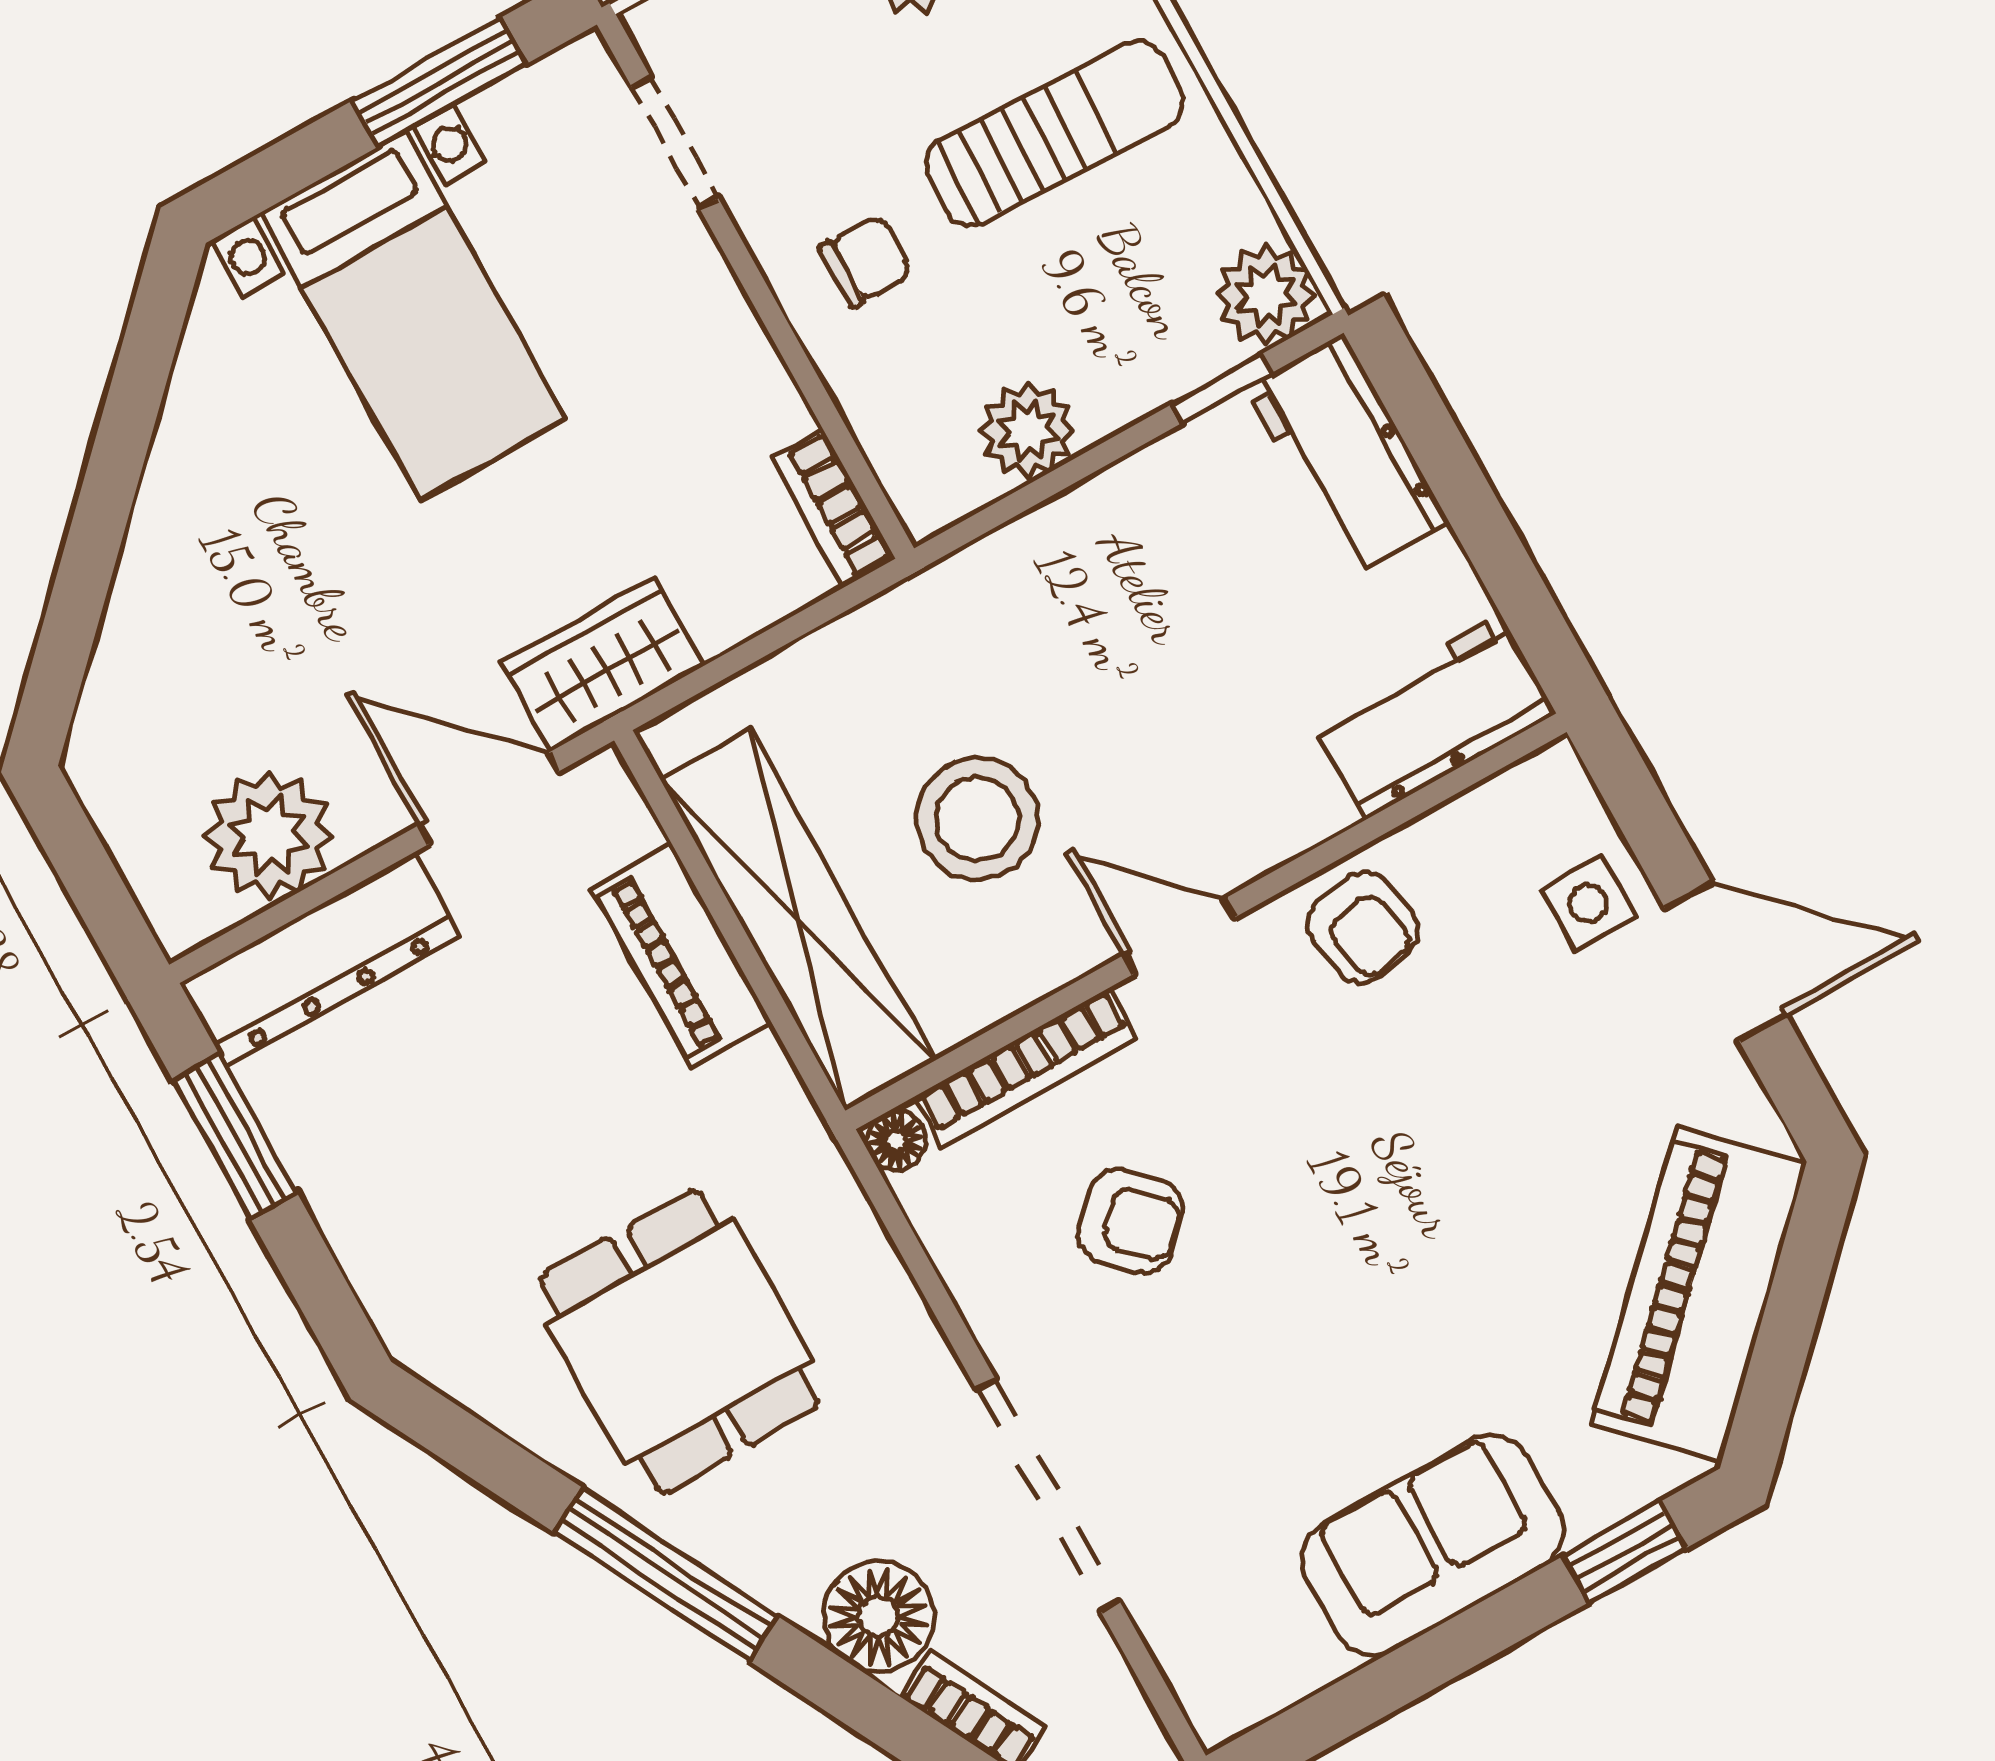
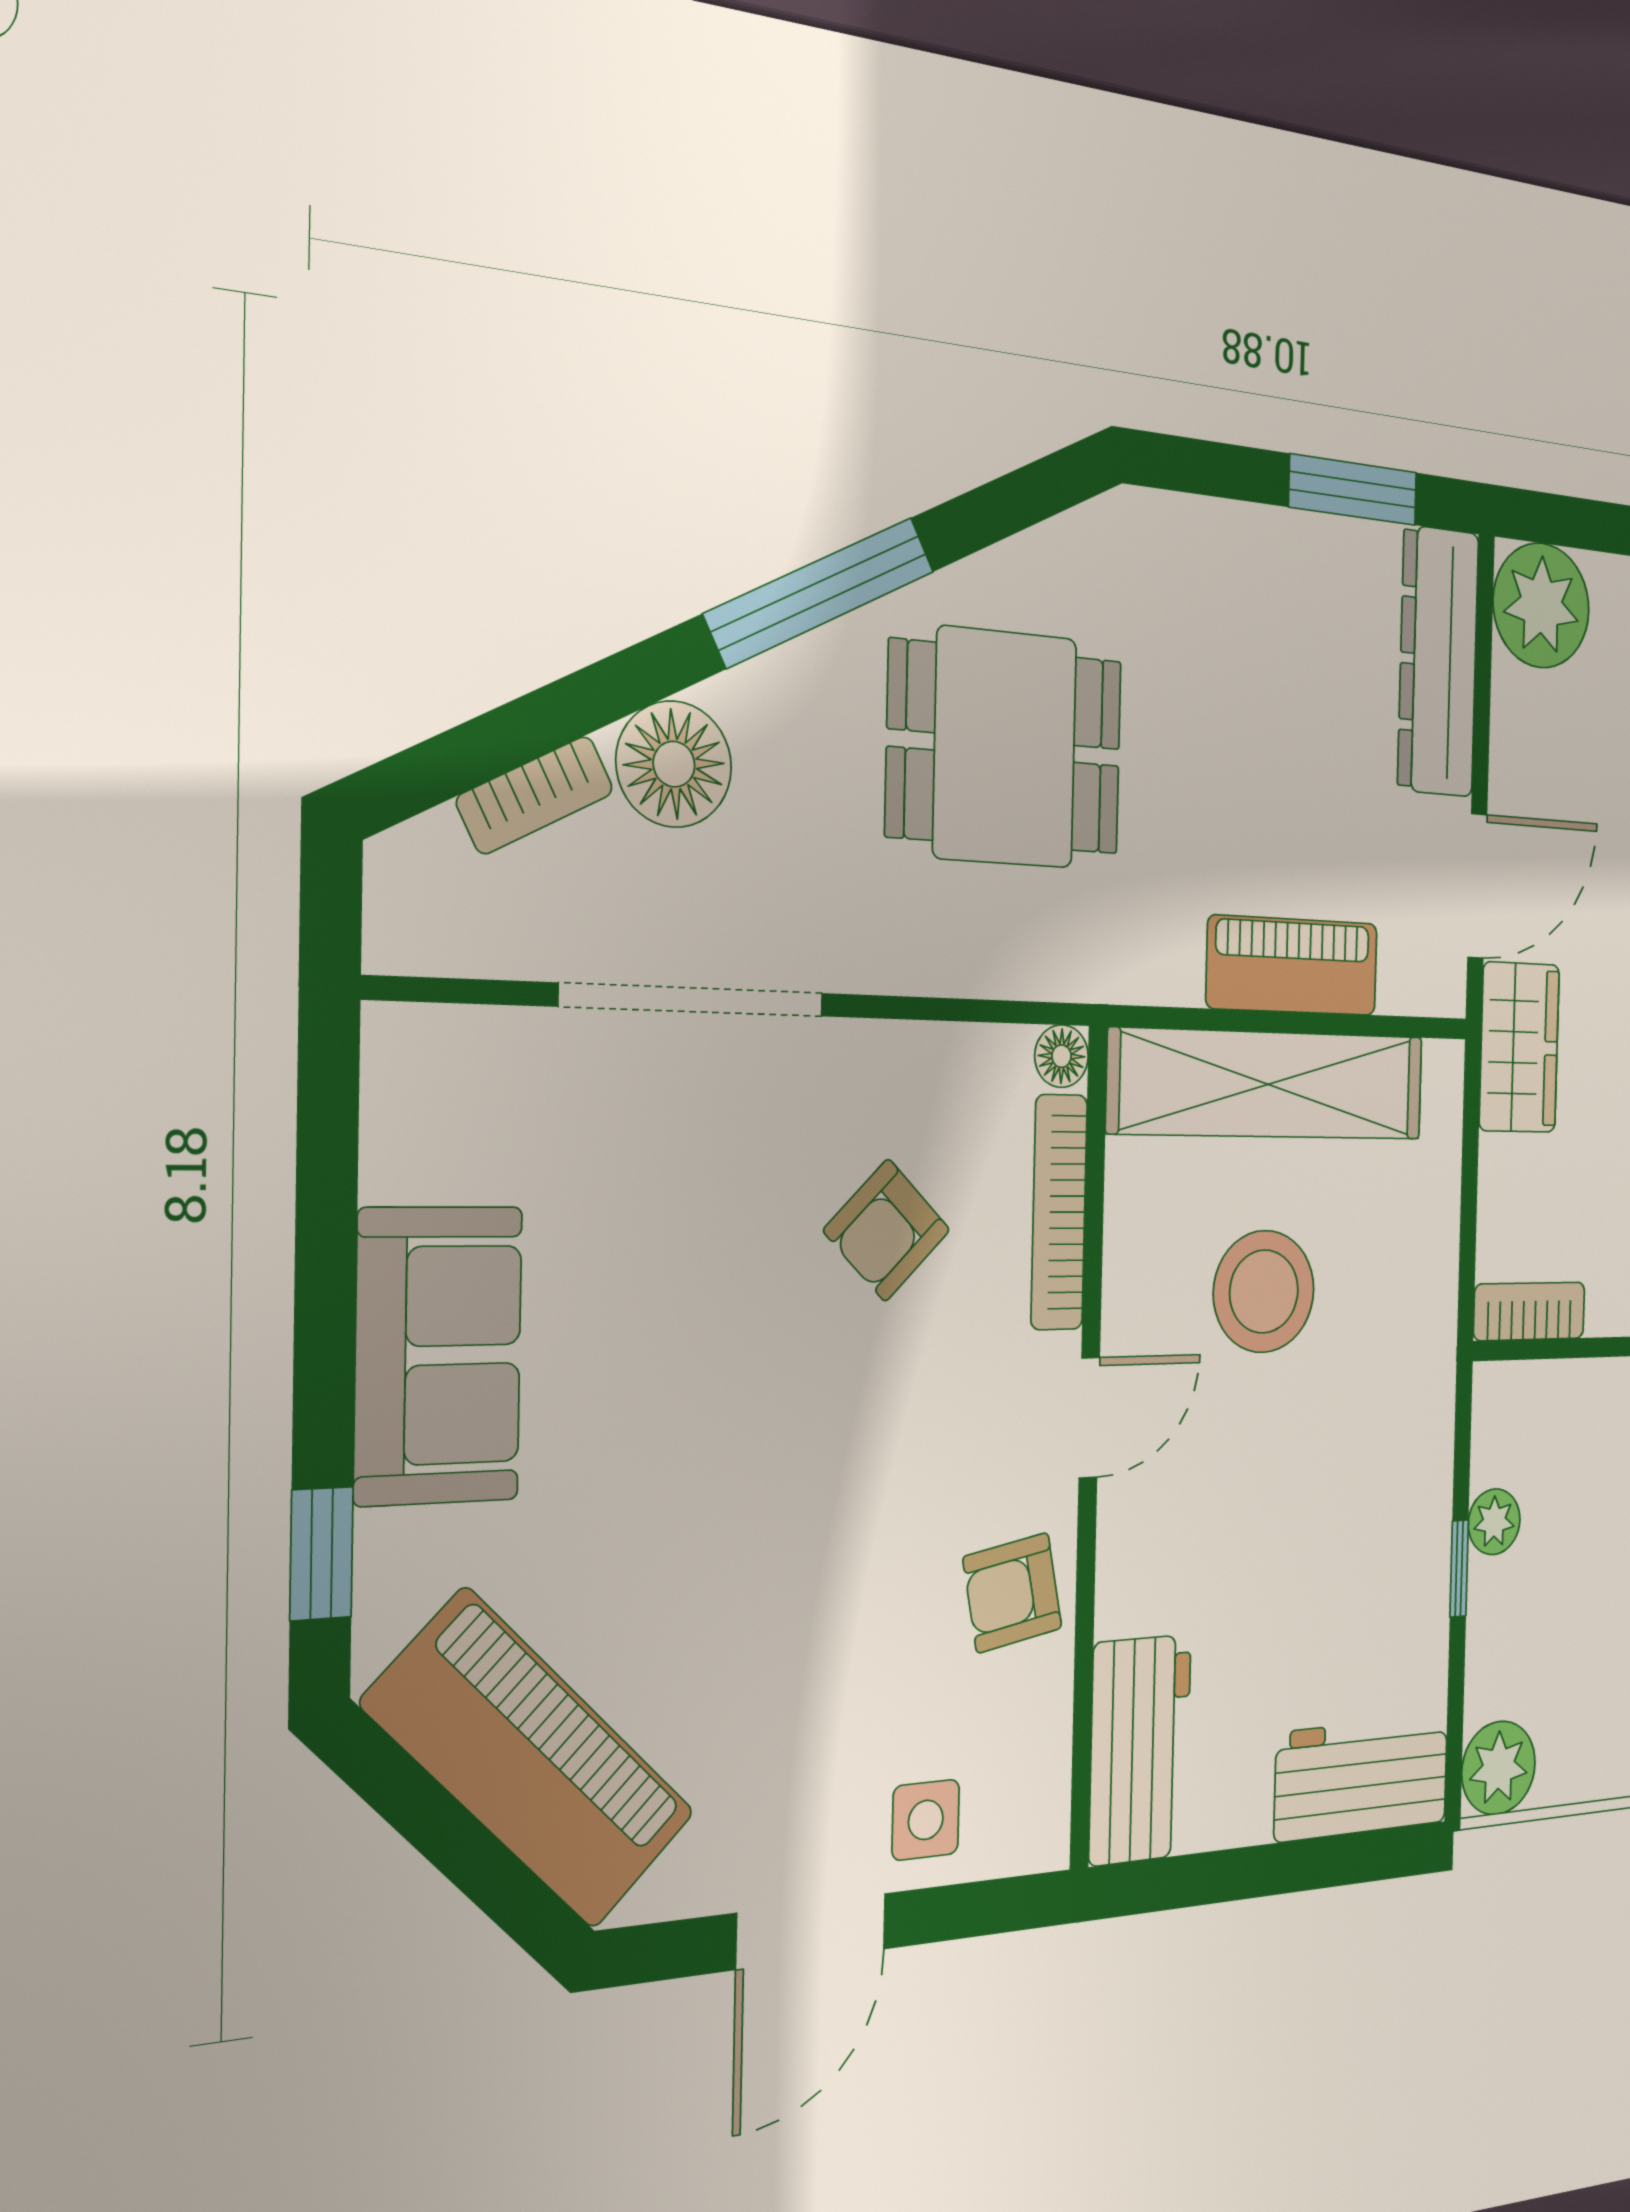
window: (1221, 389) -> (1459, 1569), moved
plant: (1028, 431) -> (1494, 1522), width x0.73, depth x0.73
plant: (269, 835) -> (1541, 605), moved

